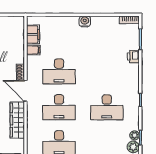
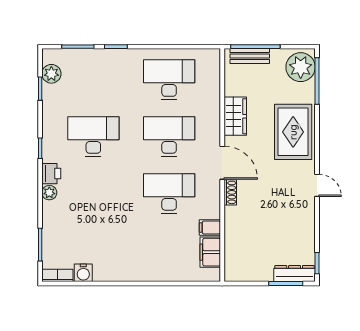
water cooler: (85, 21) -> (83, 273), moved
printer: (133, 57) -> (51, 174), moved
wardrobe: (17, 120) -> (235, 116), width x0.67
plant: (135, 135) -> (49, 193), moved

